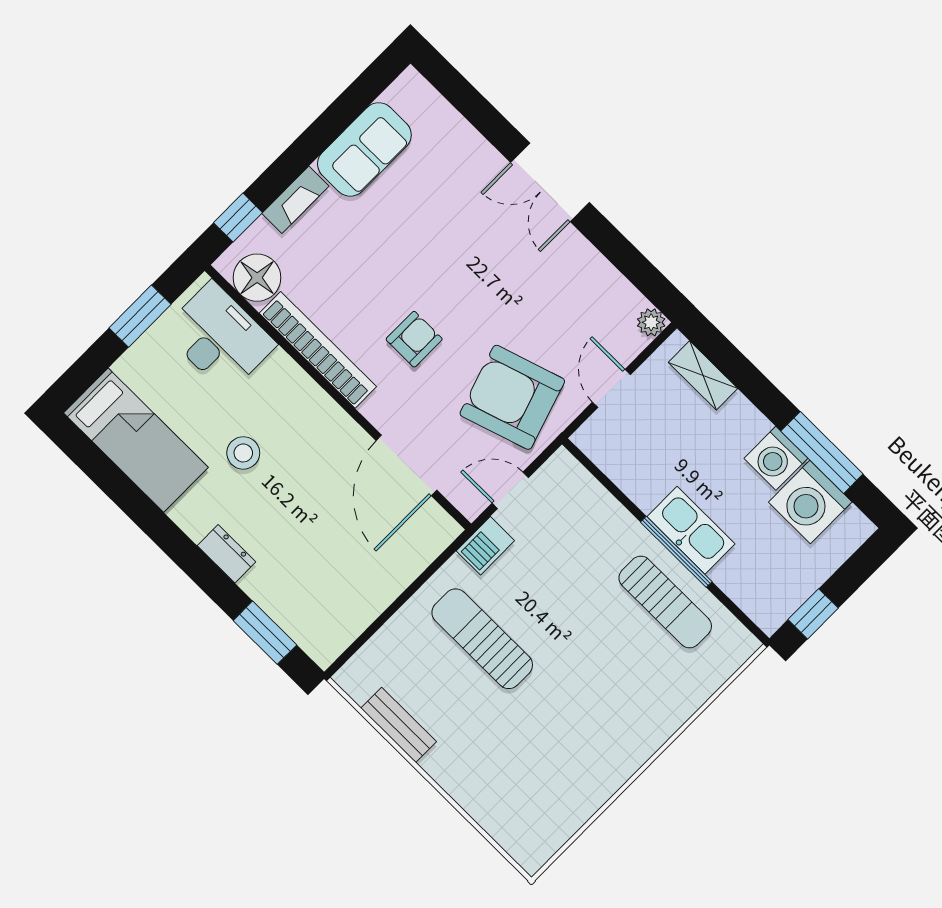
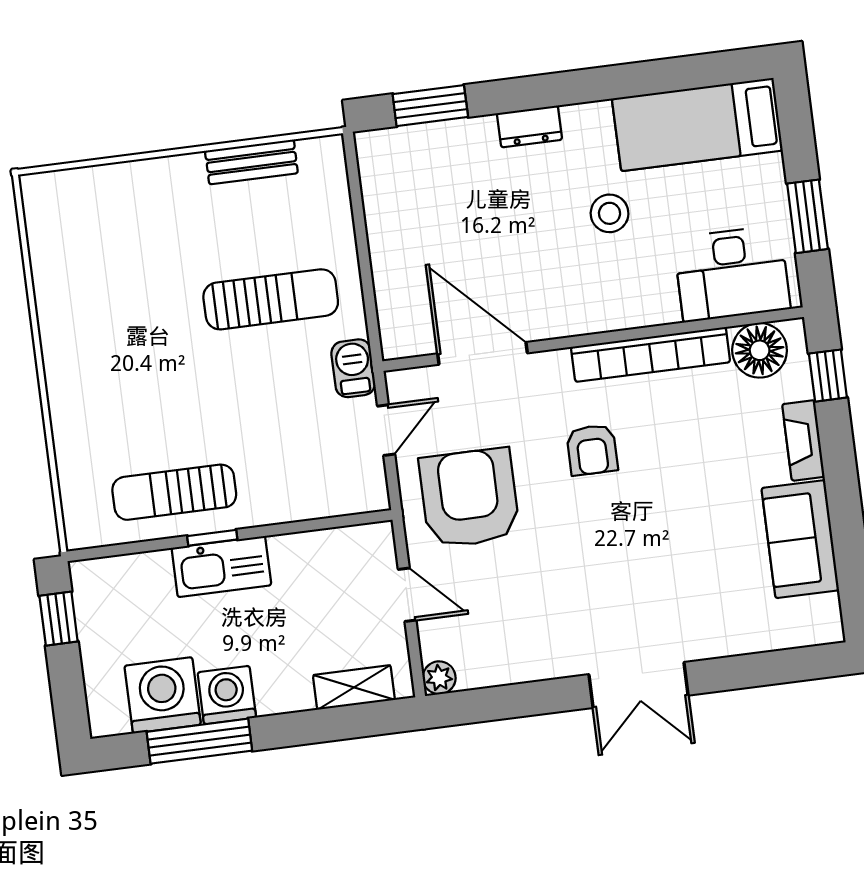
double door: (550, 182) -> (639, 685), swing flipped
armchair: (512, 397) -> (469, 498), turned -72
window: (676, 552) -> (212, 538), width x0.46

